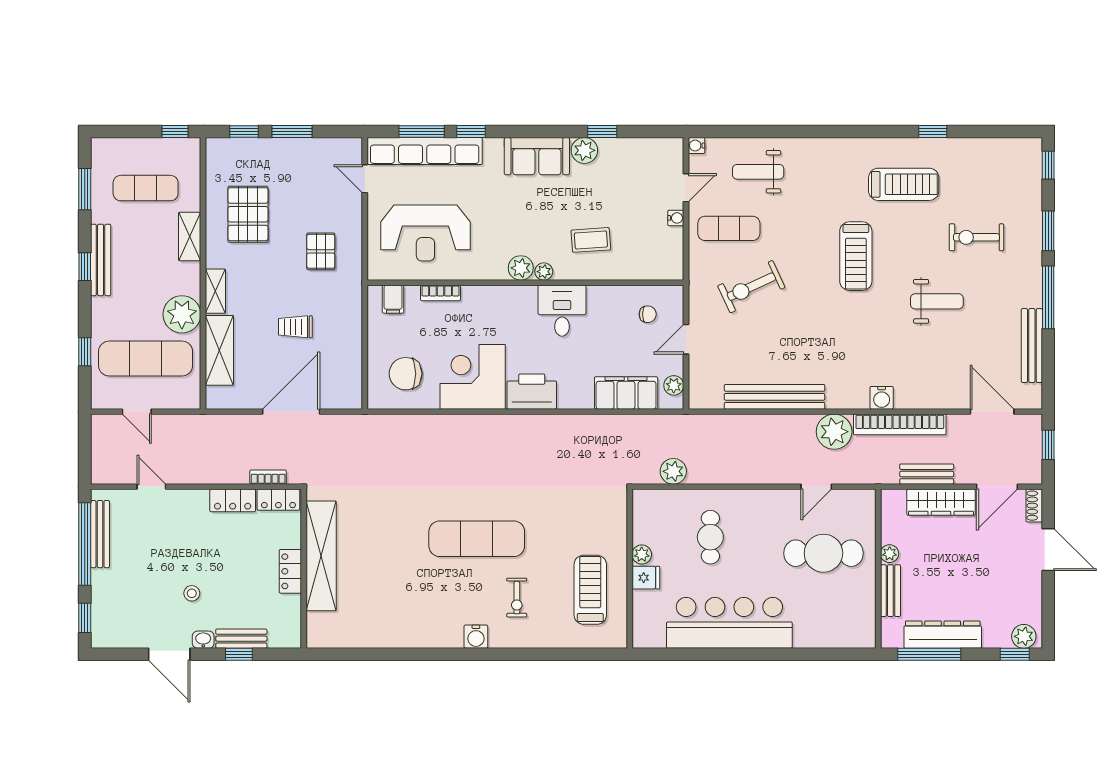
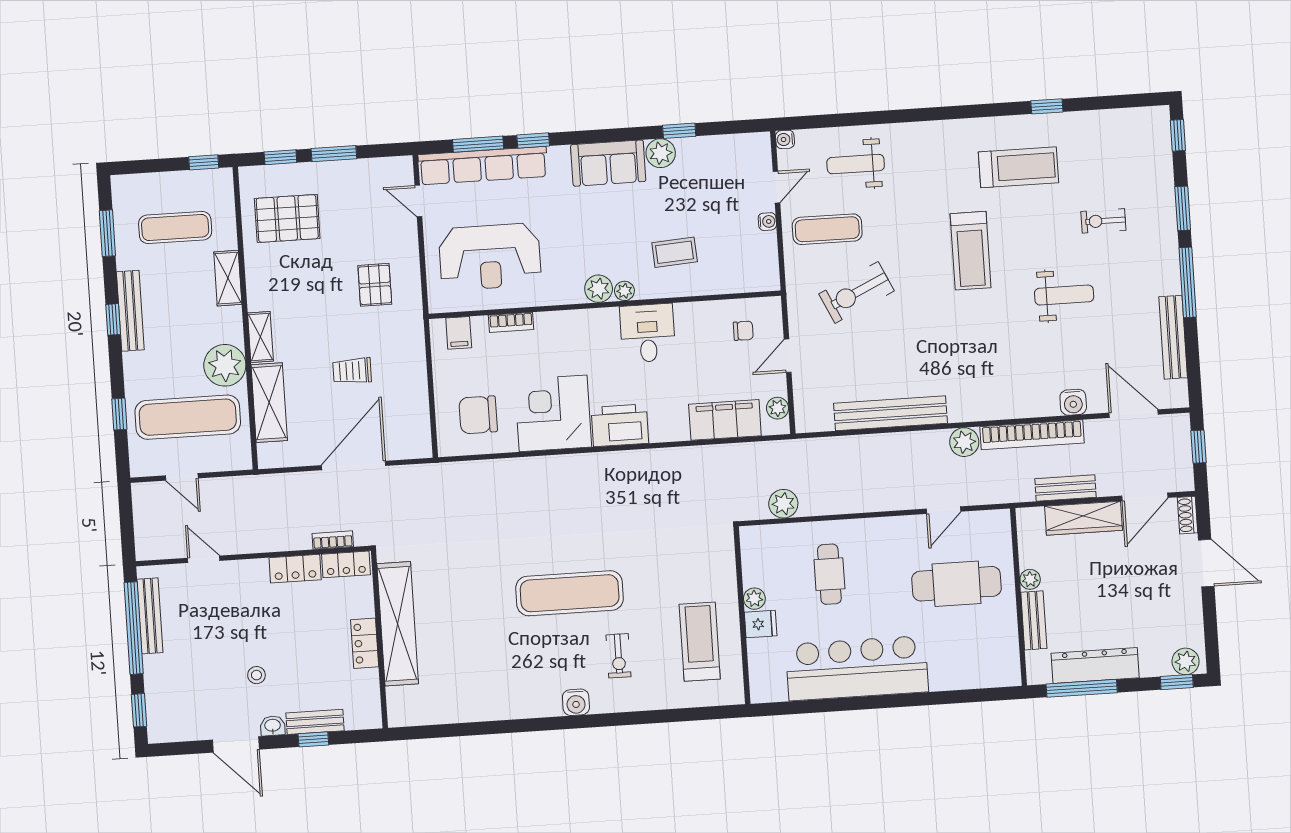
pallet: (248, 214) -> (287, 218), moved, turned 90
exercise bike: (976, 237) -> (1103, 221), width x0.73, depth x0.72
water cooler: (882, 398) -> (1073, 402), moved
plant: (834, 432) -> (964, 442), width x0.73, depth x0.73

